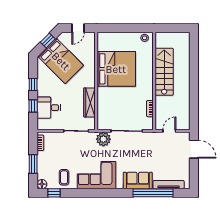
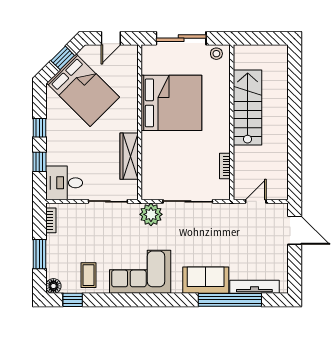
sliding door: (122, 28) -> (181, 38), added
desk: (49, 108) -> (64, 183), moved

